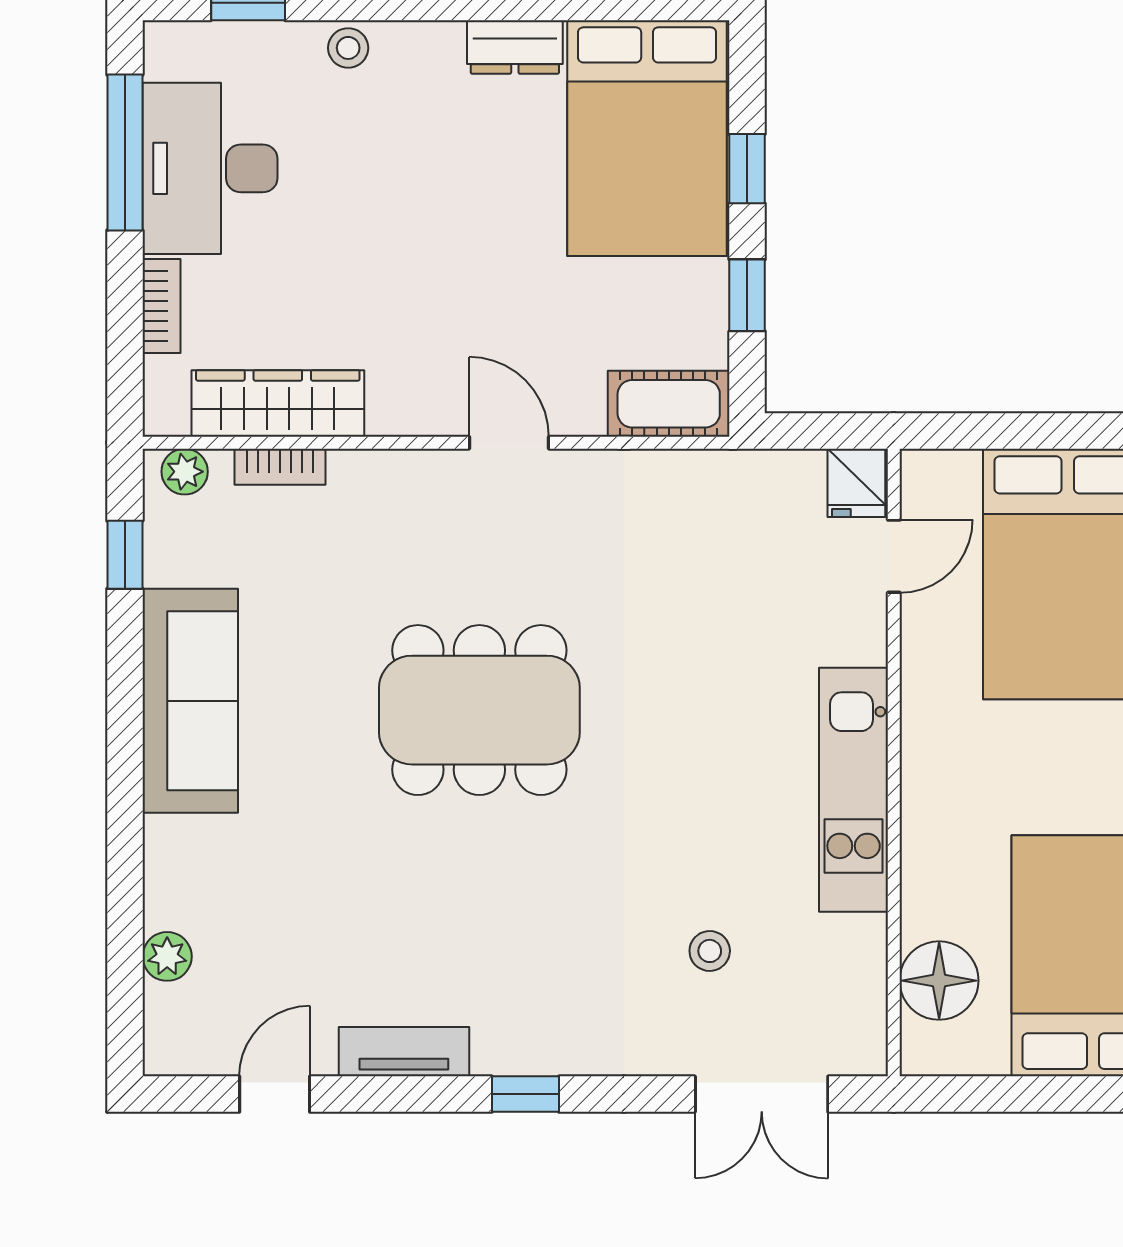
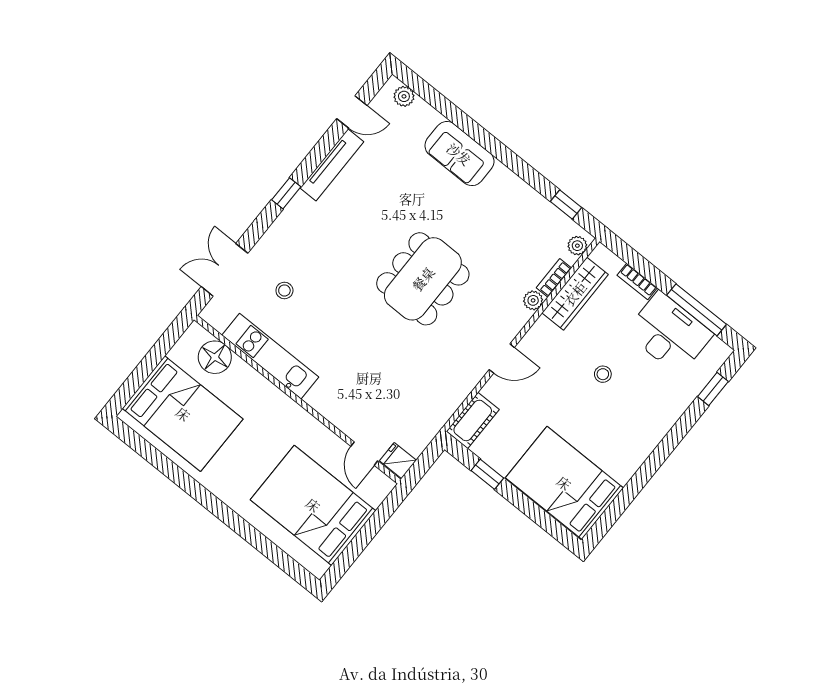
dresser: (515, 47) -> (629, 464), removed
stool: (348, 48) -> (603, 374), moved
window: (747, 169) -> (528, 507), removed
plant: (353, 472) -> (533, 300), added
sofa: (190, 701) -> (459, 154), moved, width x0.73
kitchen unit: (854, 790) -> (270, 356), moved
plant: (167, 956) -> (404, 96), moved
tv unit: (404, 1052) -> (332, 165), width x1.41
door: (275, 1094) -> (352, 112), hinge flipped

